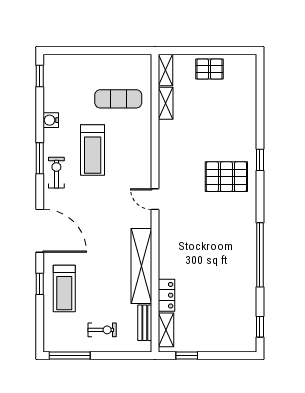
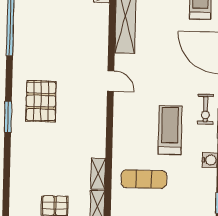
window: (260, 160) -> (8, 117), width x1.50
pallet: (226, 177) -> (41, 101), turned 90

